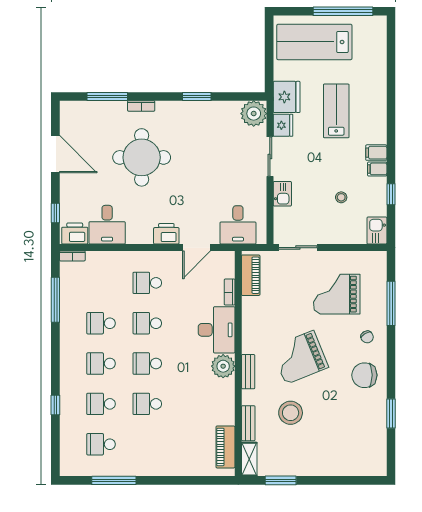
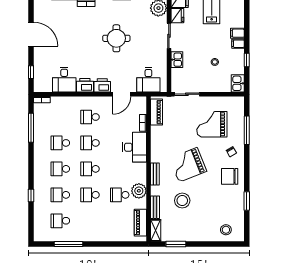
round table: (142, 157) -> (116, 38), moved, width x0.73, depth x0.73
printer: (75, 233) -> (85, 85), moved
plant: (223, 366) -> (139, 191), moved
school desk: (193, 404) -> (120, 195), added
stool: (359, 458) -> (226, 230), added

